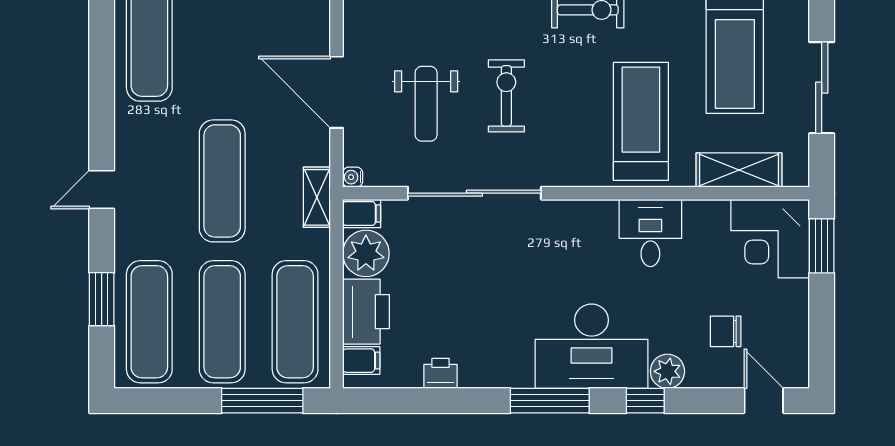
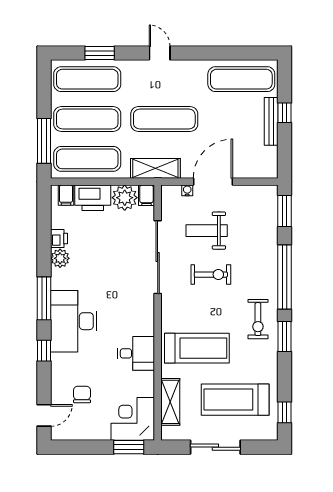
water cooler: (353, 177) -> (187, 190), moved
shelving: (317, 197) -> (155, 168), width x1.50, depth x1.33
plant: (667, 371) -> (60, 258), moved

